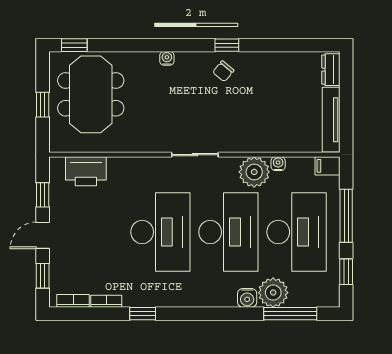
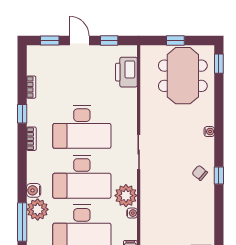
meeting table: (91, 94) -> (183, 76), turned 90
bookcase: (73, 301) -> (31, 139), moved

